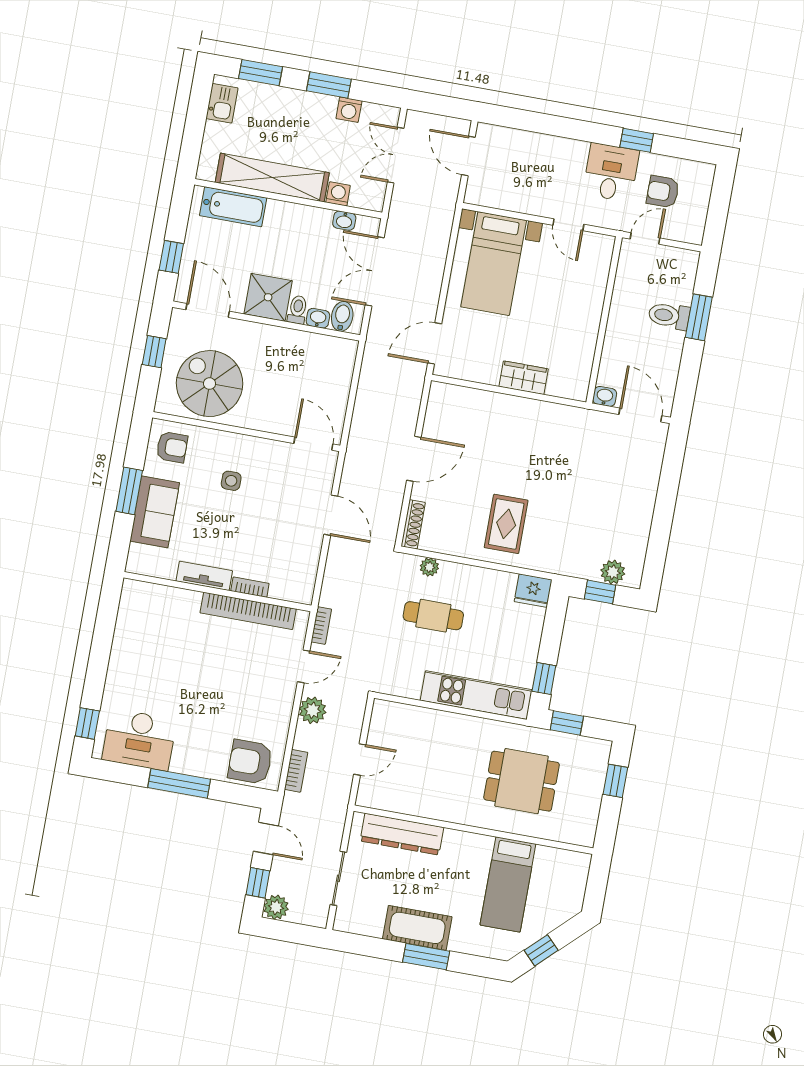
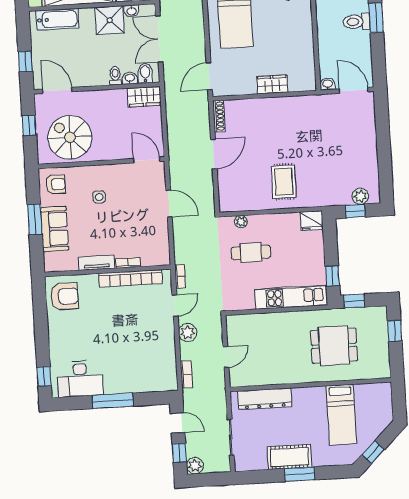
shower: (268, 297) -> (110, 20), moved
wardrobe: (332, 350) -> (144, 97), added
shoe rack: (413, 524) -> (219, 116), moved
armchair: (250, 762) -> (65, 296), moved, turned 180

